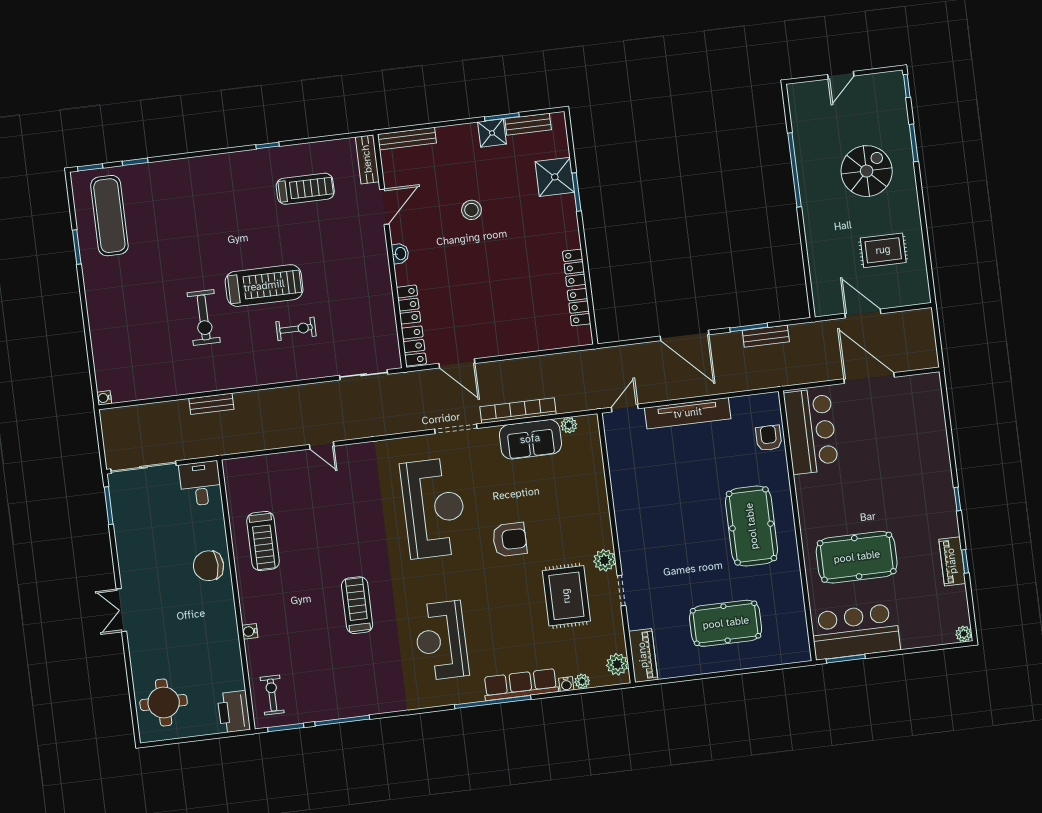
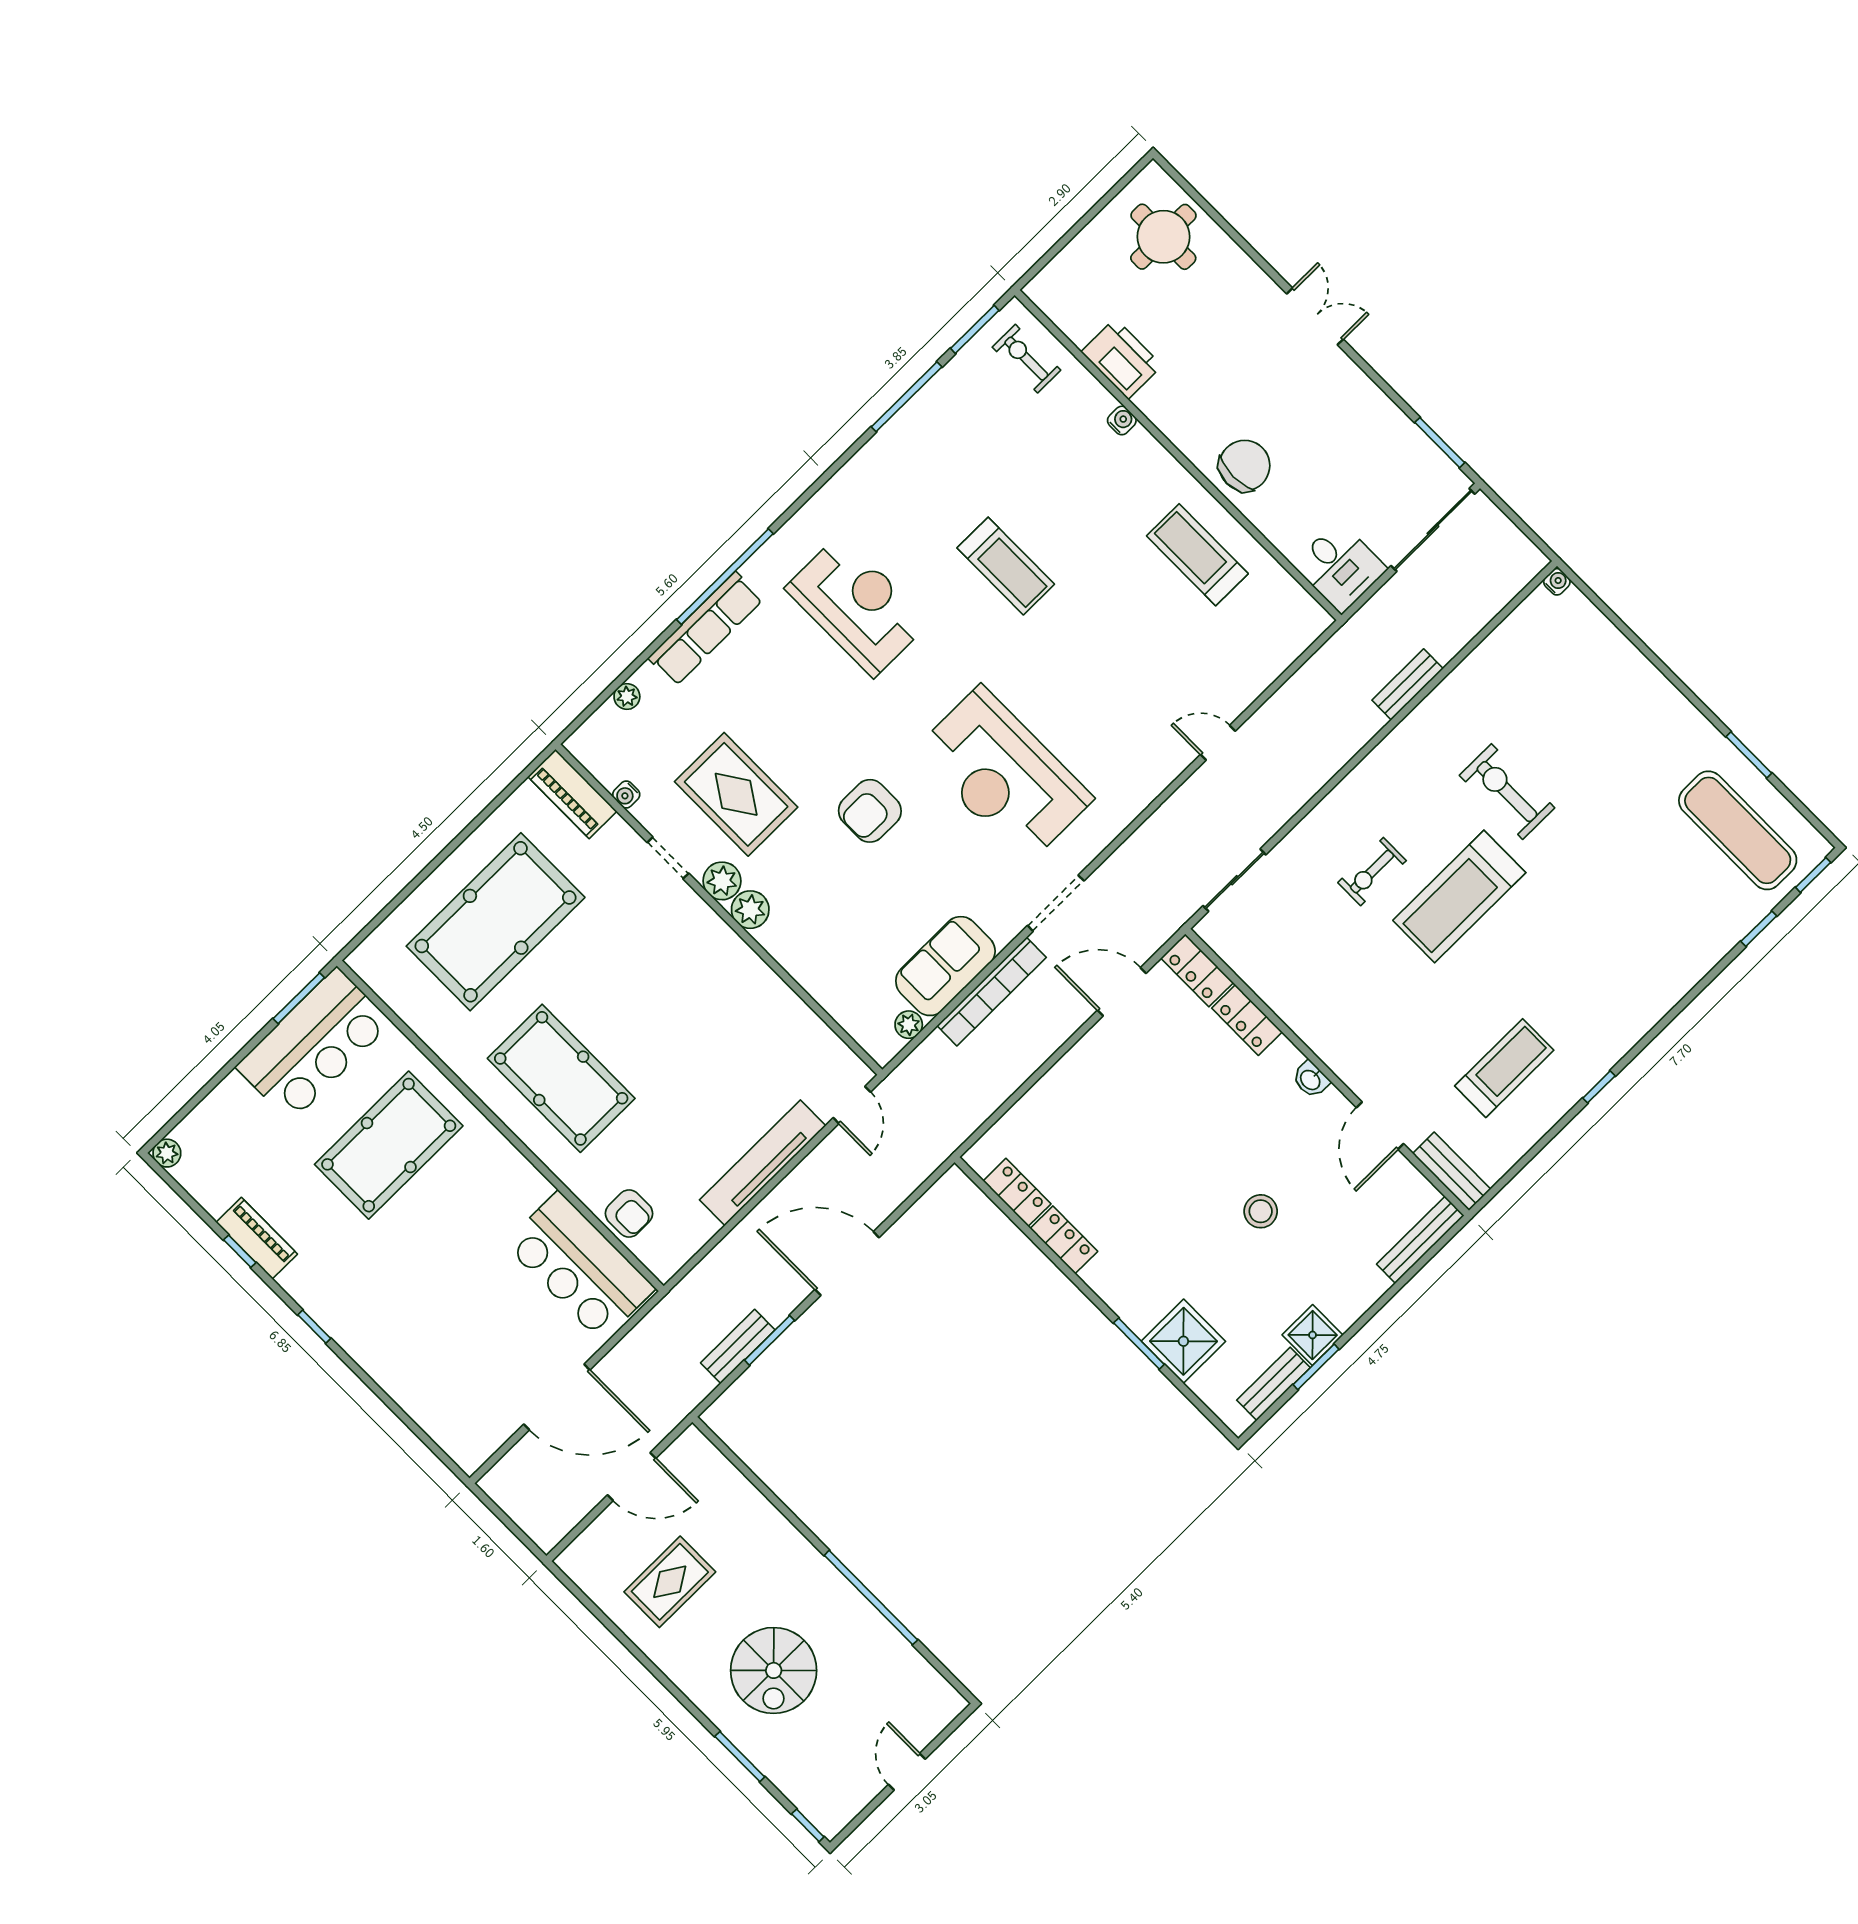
treadmill: (305, 189) -> (1504, 1068), turned 180
pool table: (726, 623) -> (496, 922), width x1.36, depth x1.32
plant: (617, 664) -> (750, 910), moved
water cooler: (566, 684) -> (626, 795), moved, turned -90
exercise bike: (272, 695) -> (1026, 359), turned 180
printer: (234, 712) -> (1122, 359), moved

